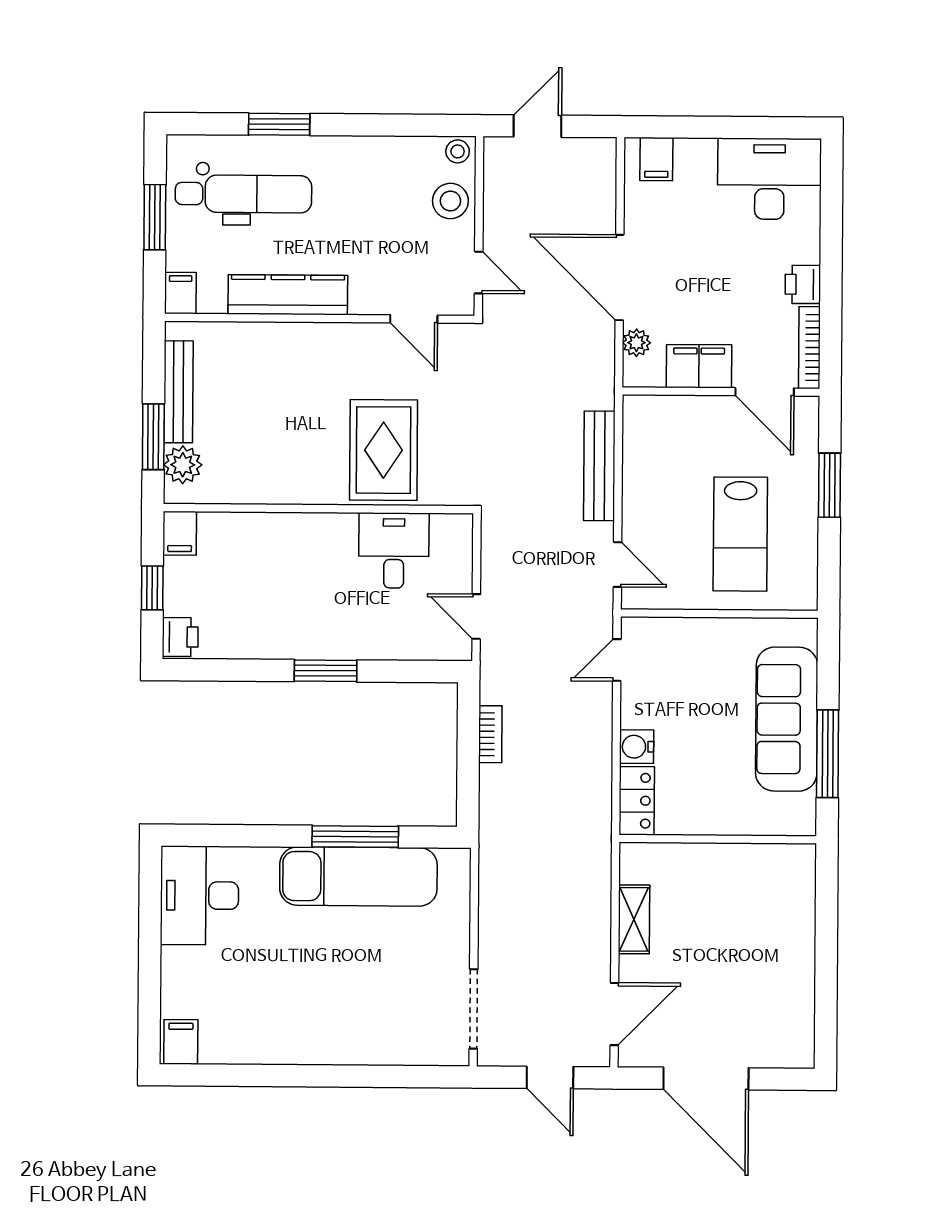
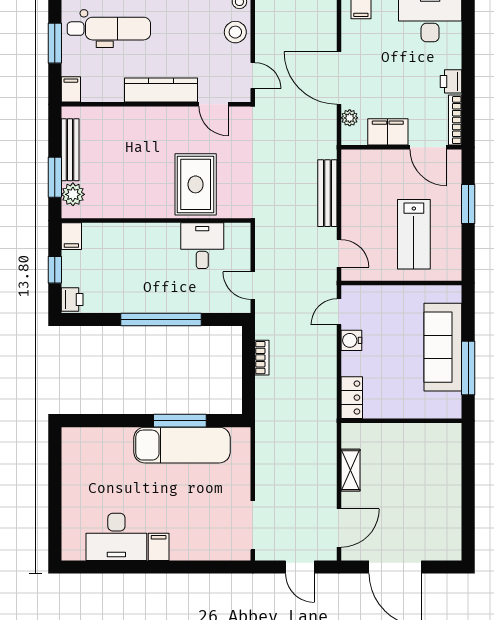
kitchen counter: (288, 295) -> (161, 90), moved
window: (326, 671) -> (161, 320), width x2.11
water cooler: (637, 747) -> (351, 340), moved
desk: (200, 895) -> (116, 537), moved, turned -90
filing cabinet: (181, 1042) -> (159, 547), moved

